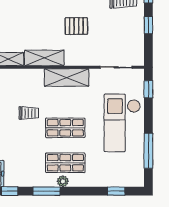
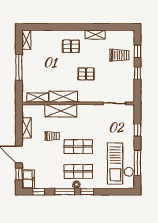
shelving: (67, 78) -> (61, 111), moved
window: (148, 89) -> (137, 130), moved
checkout: (122, 123) -> (121, 164), moved
window: (116, 191) -> (87, 192), moved

